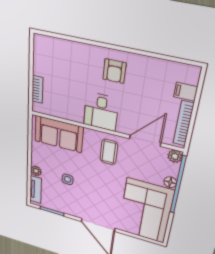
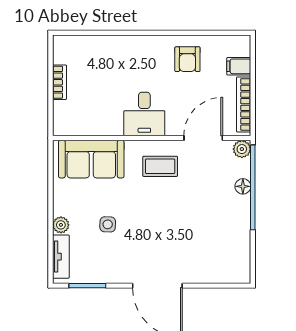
armchair: (114, 71) -> (187, 59), moved
bookcase: (37, 89) -> (60, 82), moved
coffee table: (109, 152) -> (160, 166), turned 90
corner sofa: (146, 211) -> (219, 240), removed

